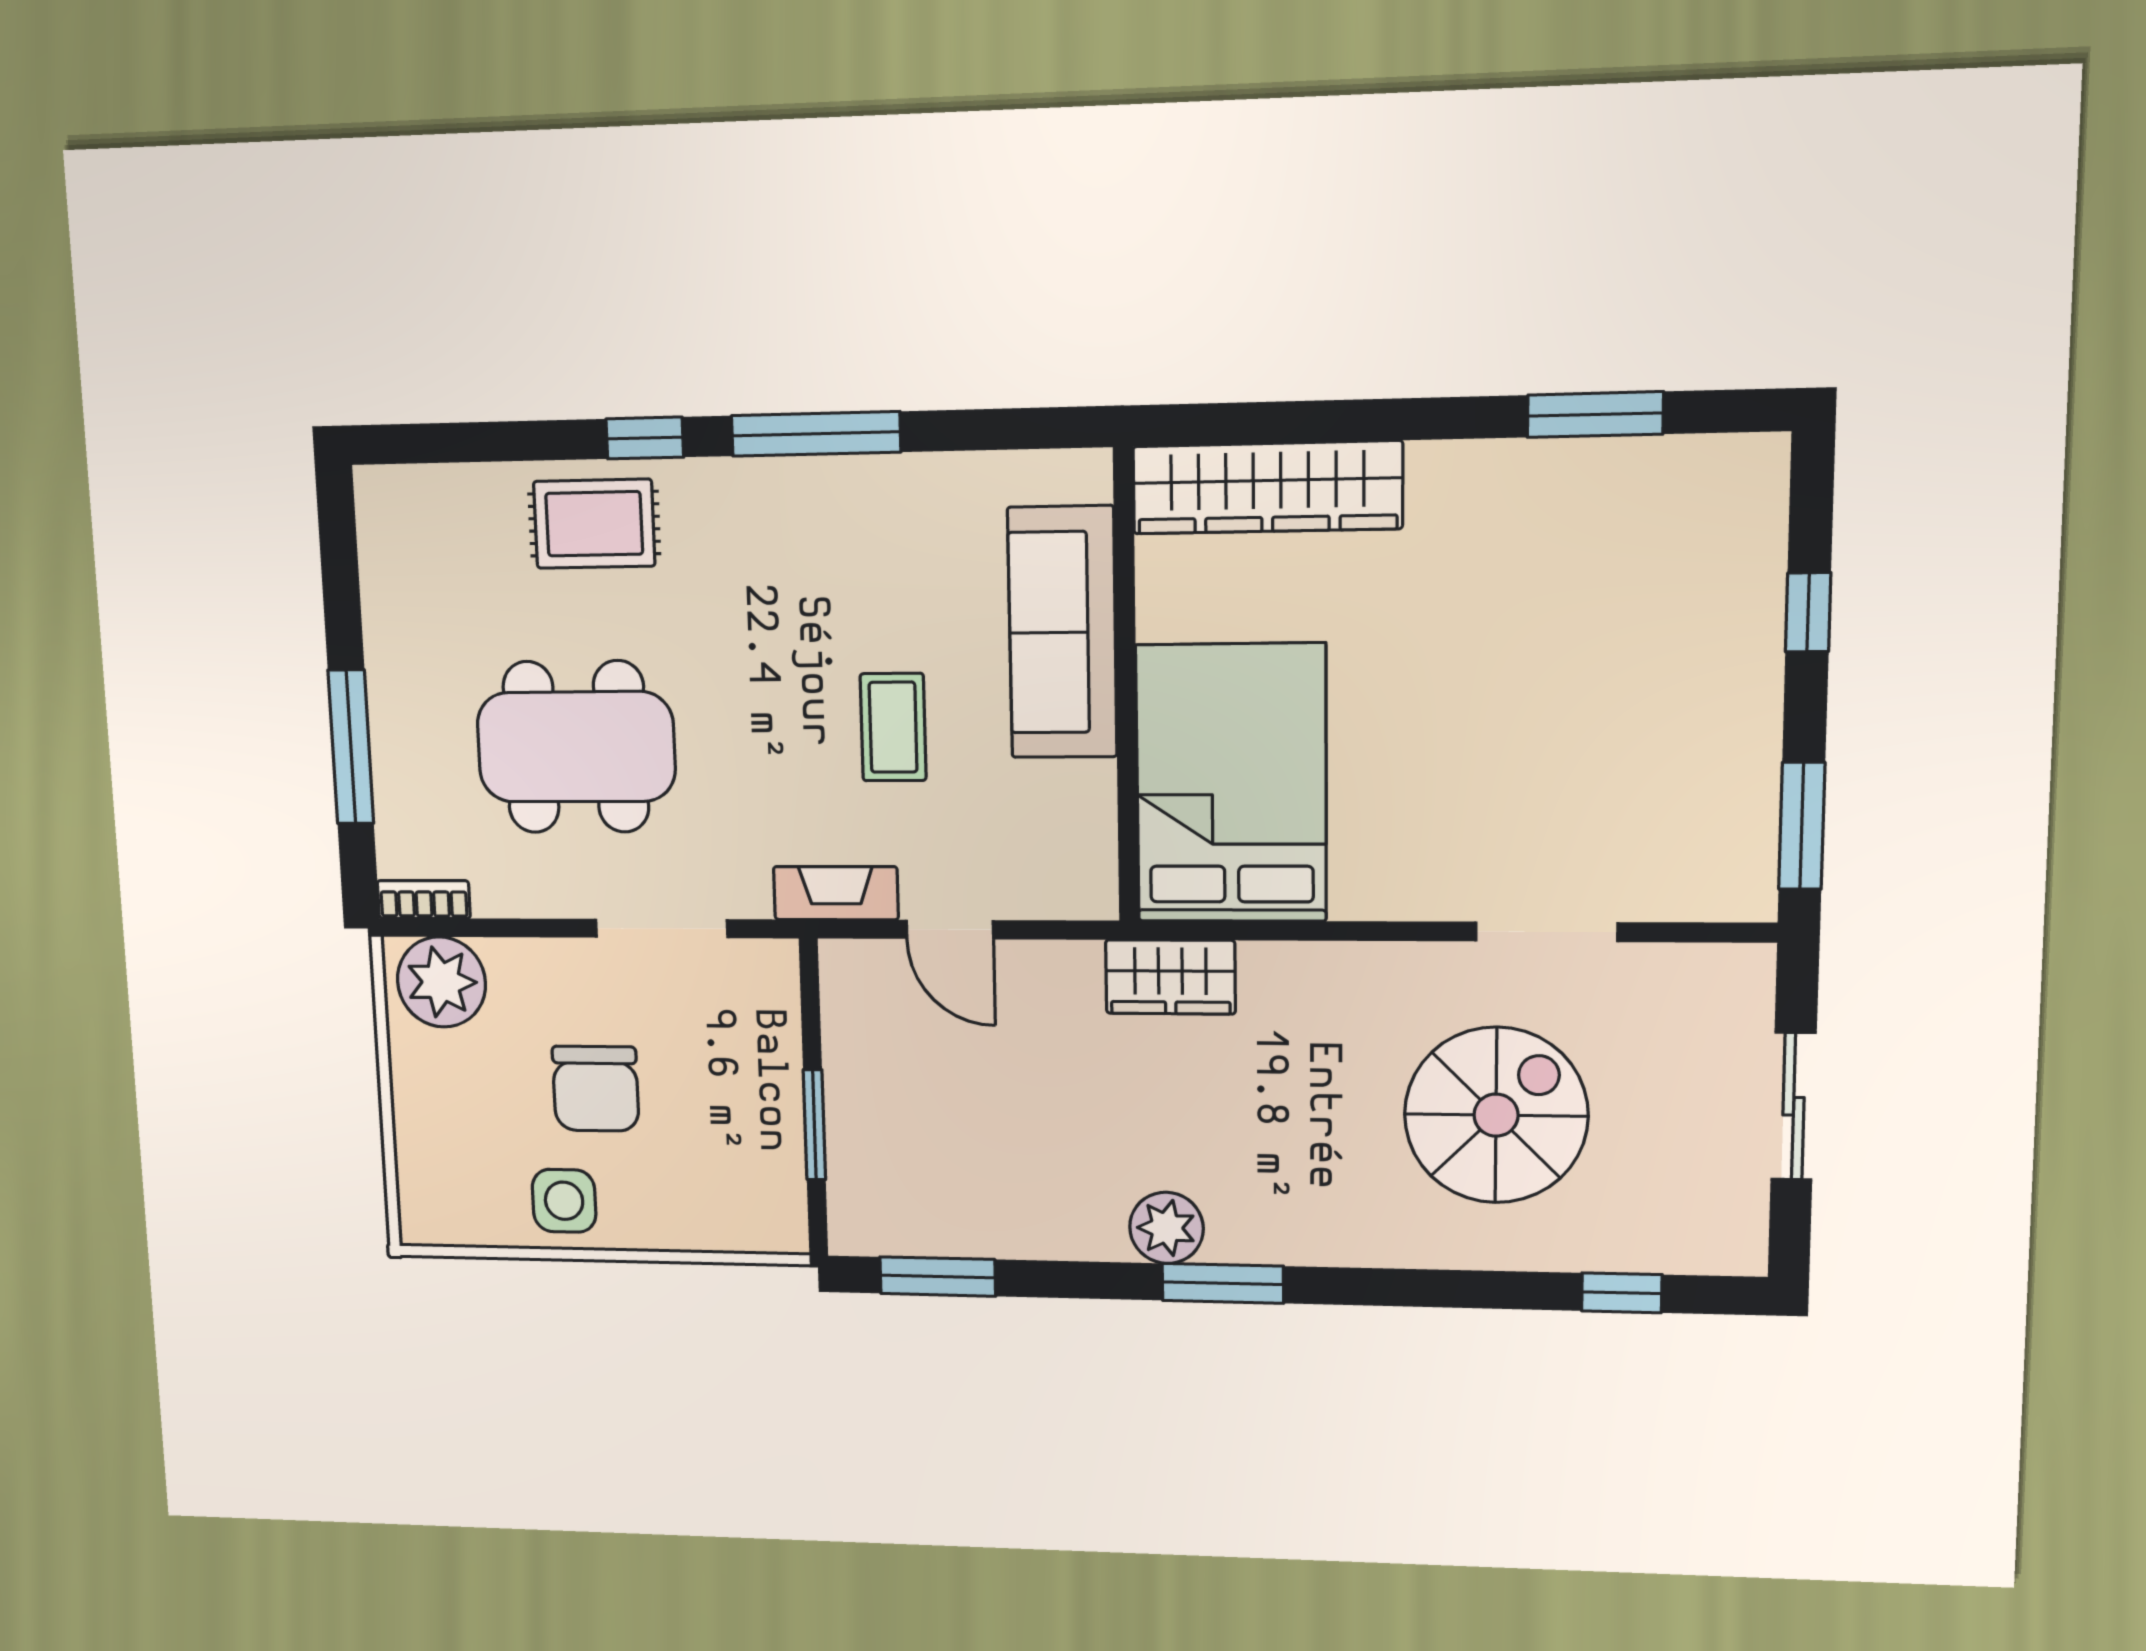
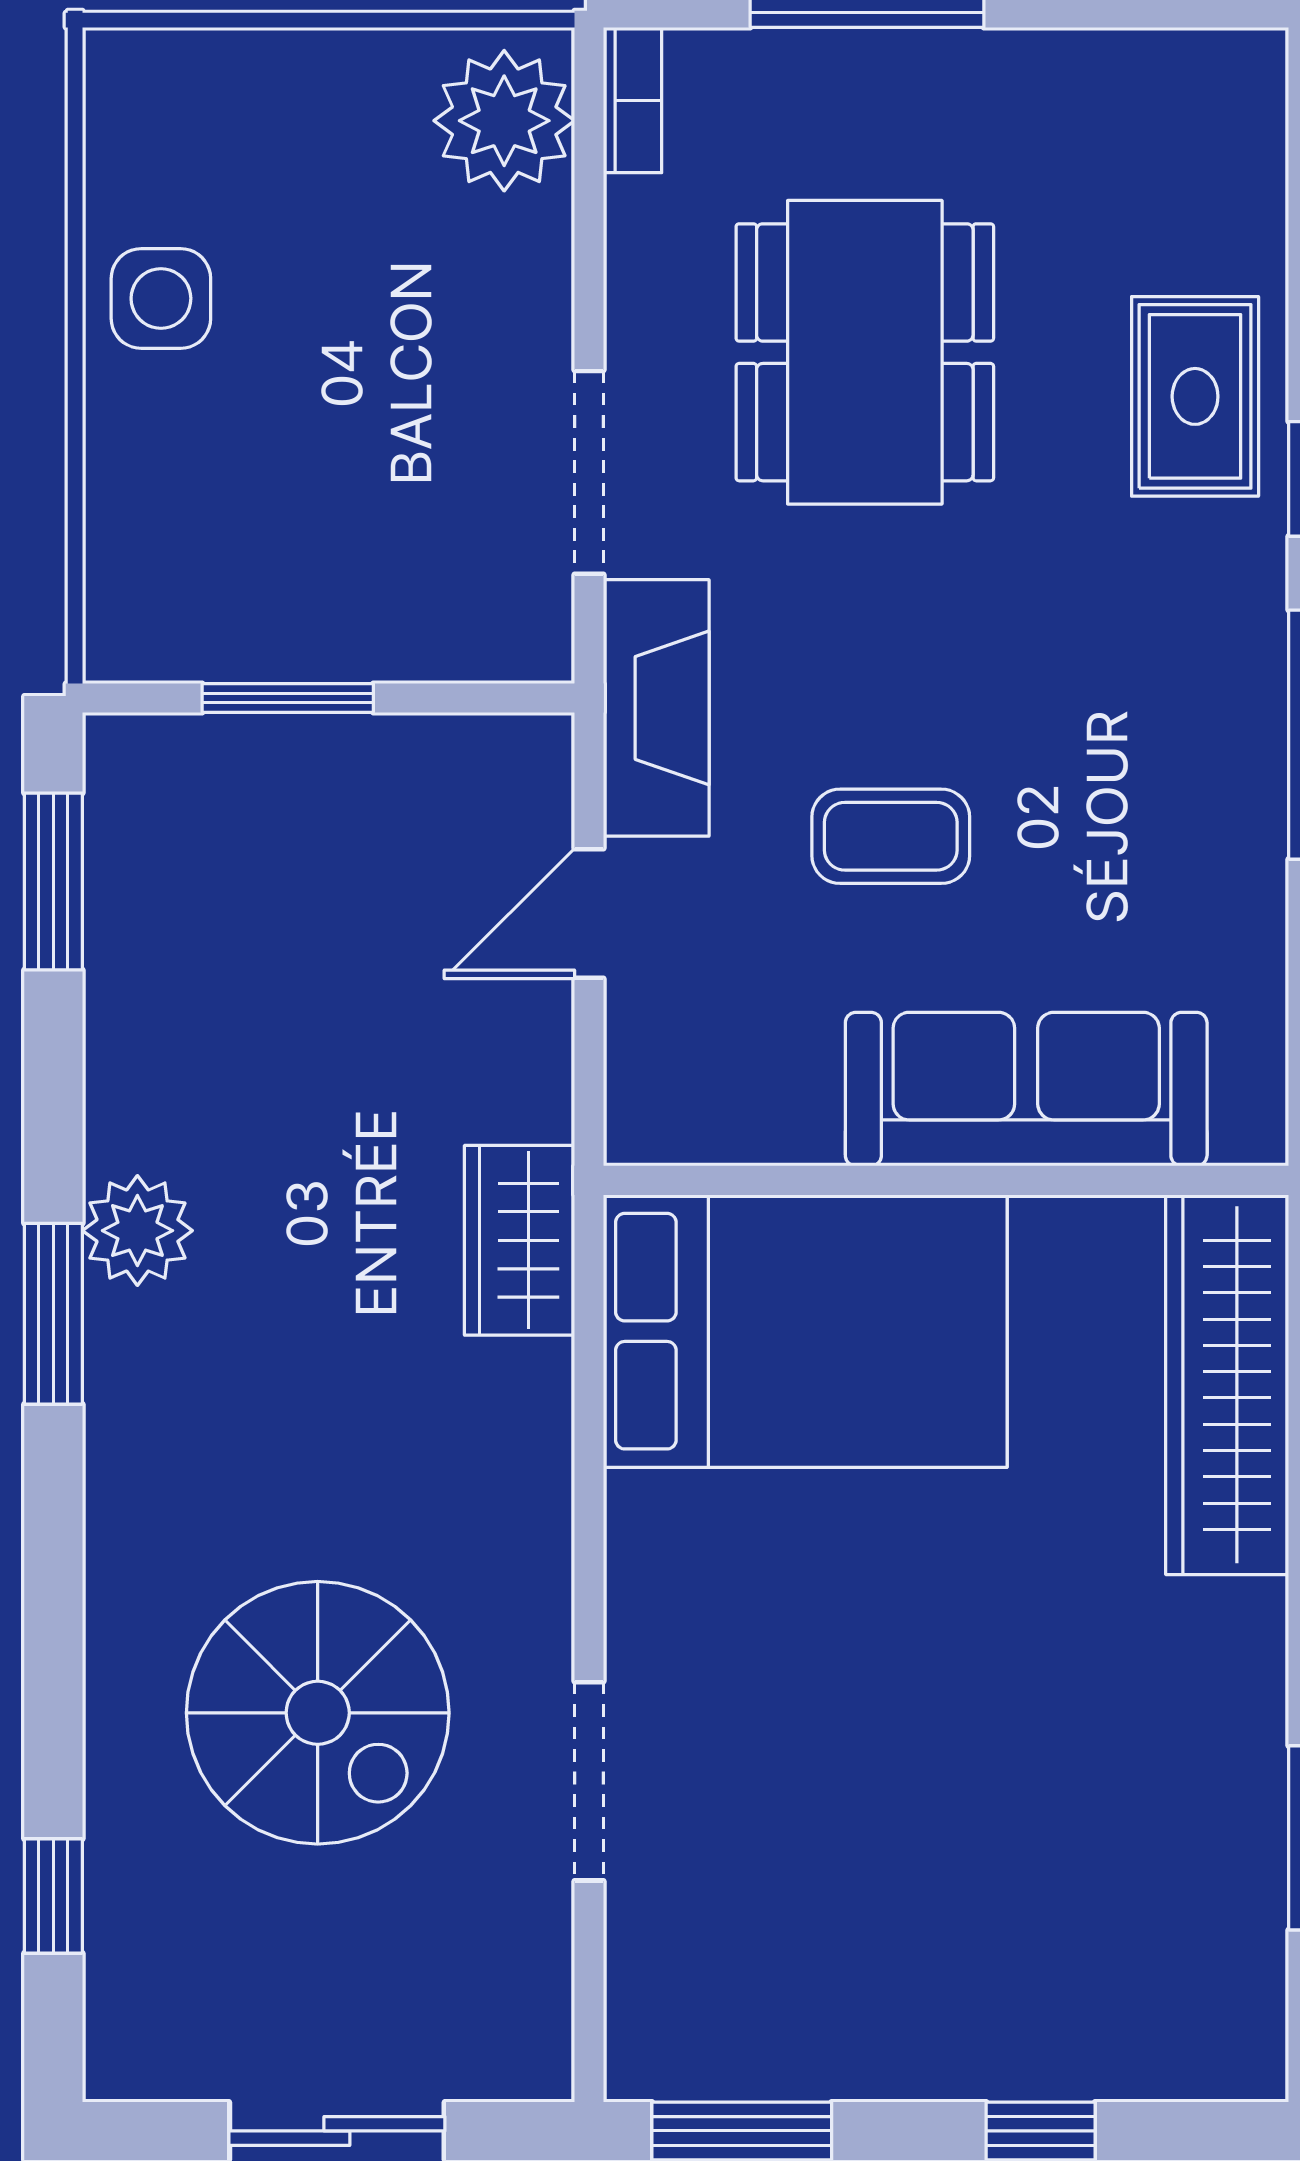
fireplace: (836, 893) -> (656, 708), width x1.37, depth x1.32
chair: (596, 1089) -> (339, 358), removed

